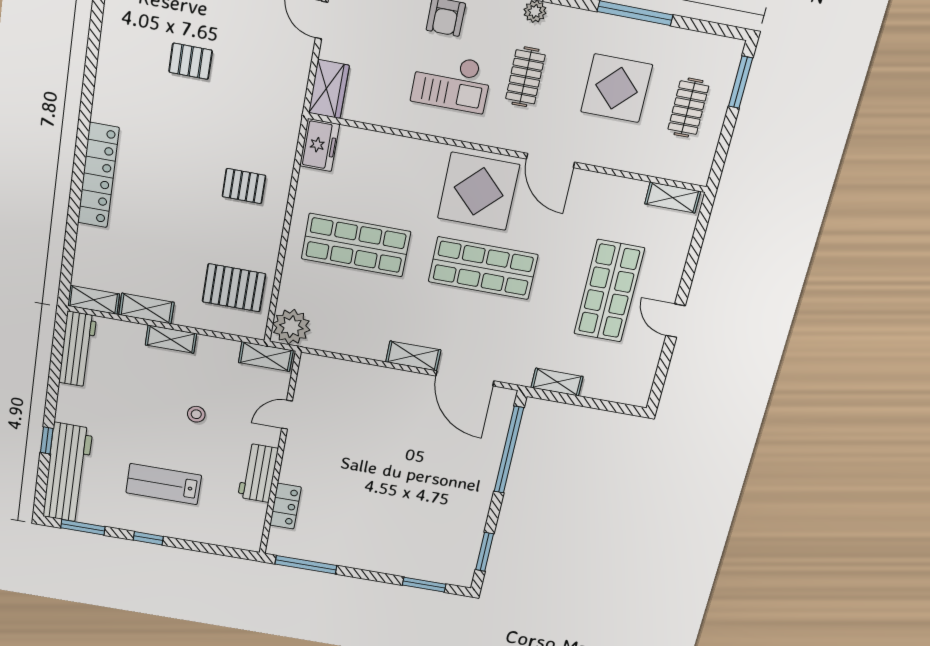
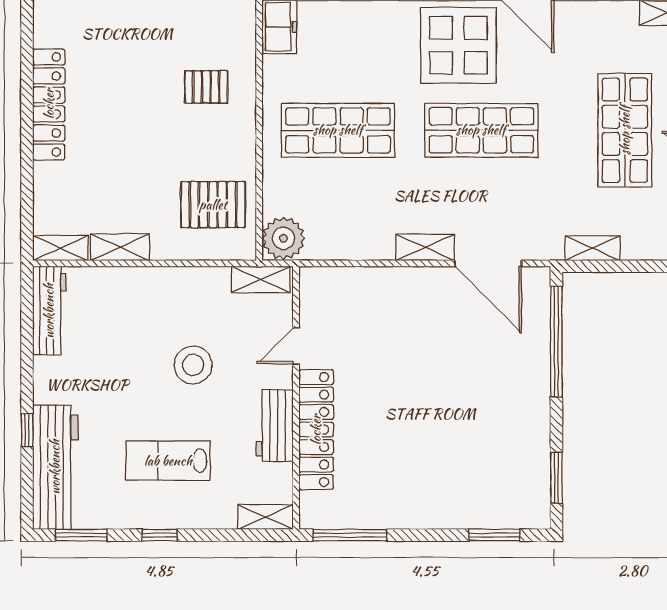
shelving: (171, 339) -> (266, 517), moved
stool: (196, 414) -> (193, 365), width x1.89, depth x1.89
locker: (285, 506) -> (316, 430), width x2.16, depth x1.21

